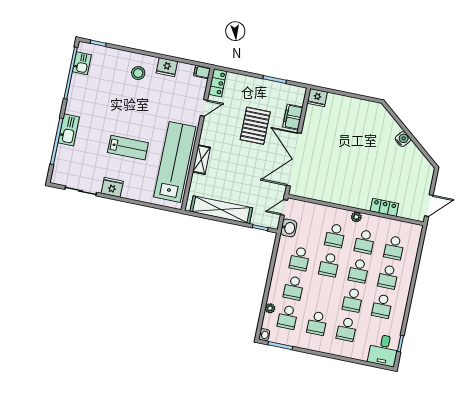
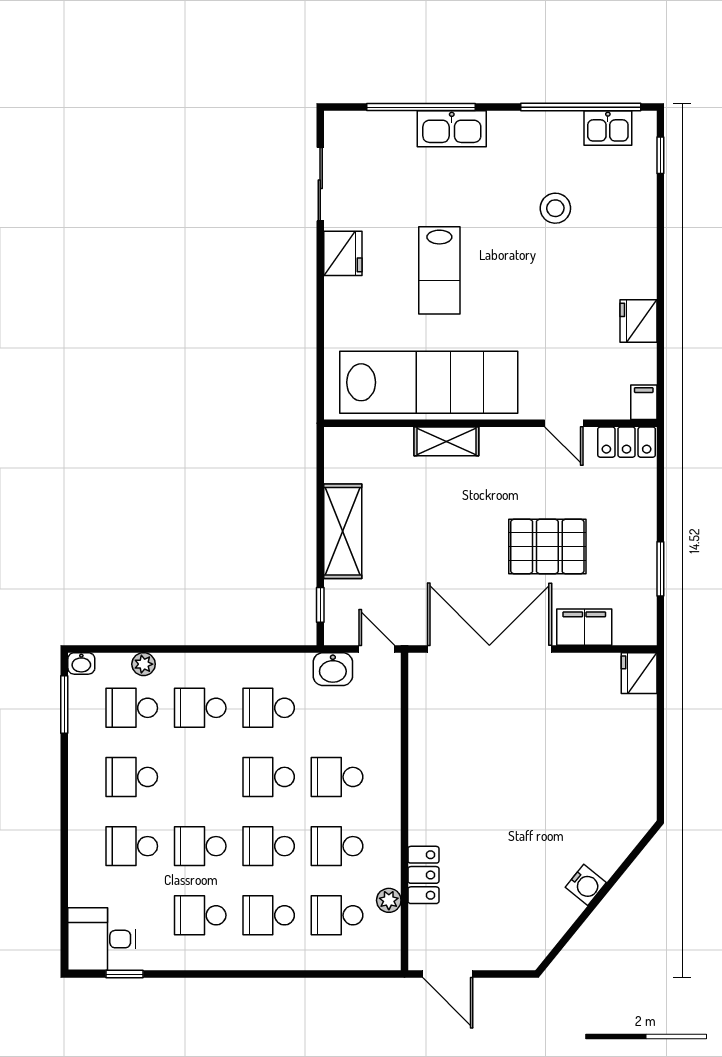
stool: (138, 73) -> (555, 208), moved
shelving: (221, 210) -> (343, 531), width x0.68
plant: (356, 217) -> (389, 900), moved

